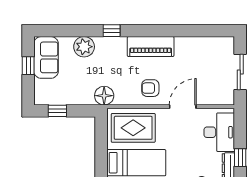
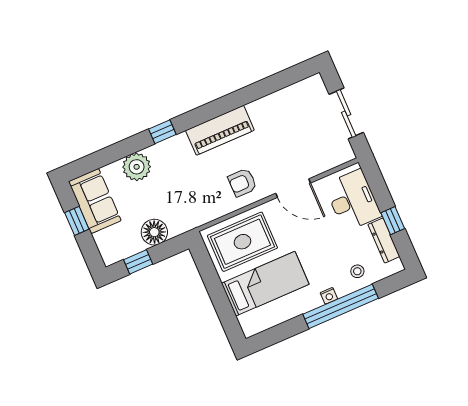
floor lamp: (104, 96) -> (154, 232), moved
door: (183, 107) -> (293, 188), swing flipped

